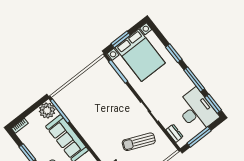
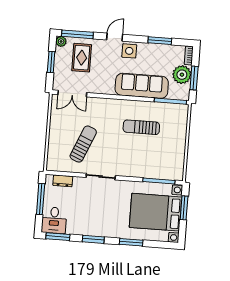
window: (194, 79) -> (93, 239), width x0.69
window: (31, 109) -> (194, 78), added
plant: (47, 111) -> (182, 75), moved
desk: (197, 111) -> (54, 220), width x0.53, depth x0.77
sun lounger: (94, 114) -> (141, 127), added

